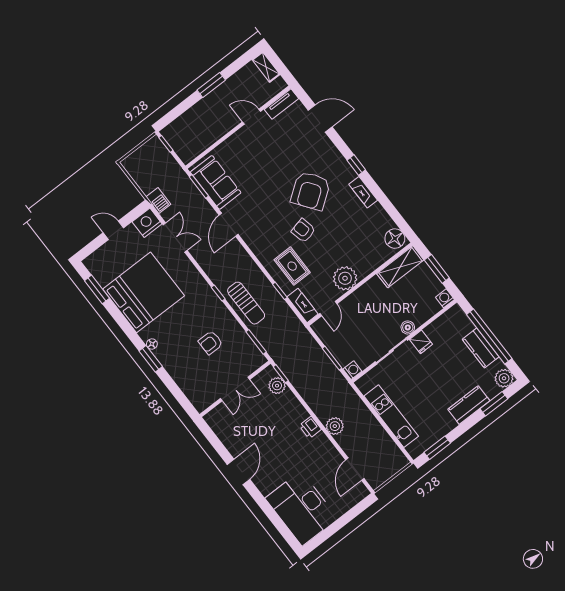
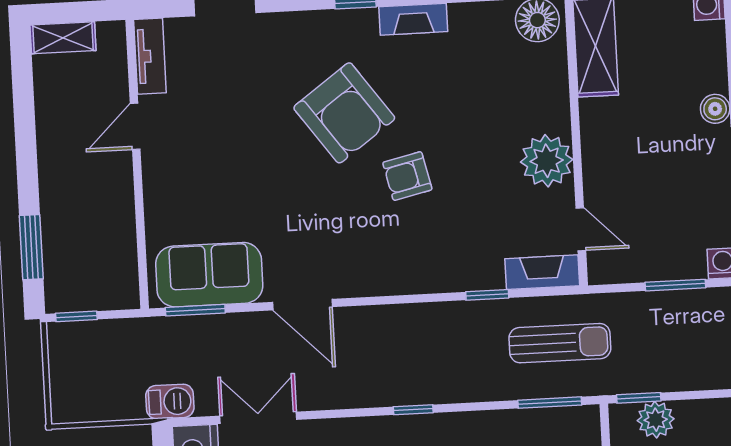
window: (211, 85) -> (31, 247), moved
rug: (292, 266) -> (458, 241), removed
sun lounger: (246, 303) -> (560, 343), moved

